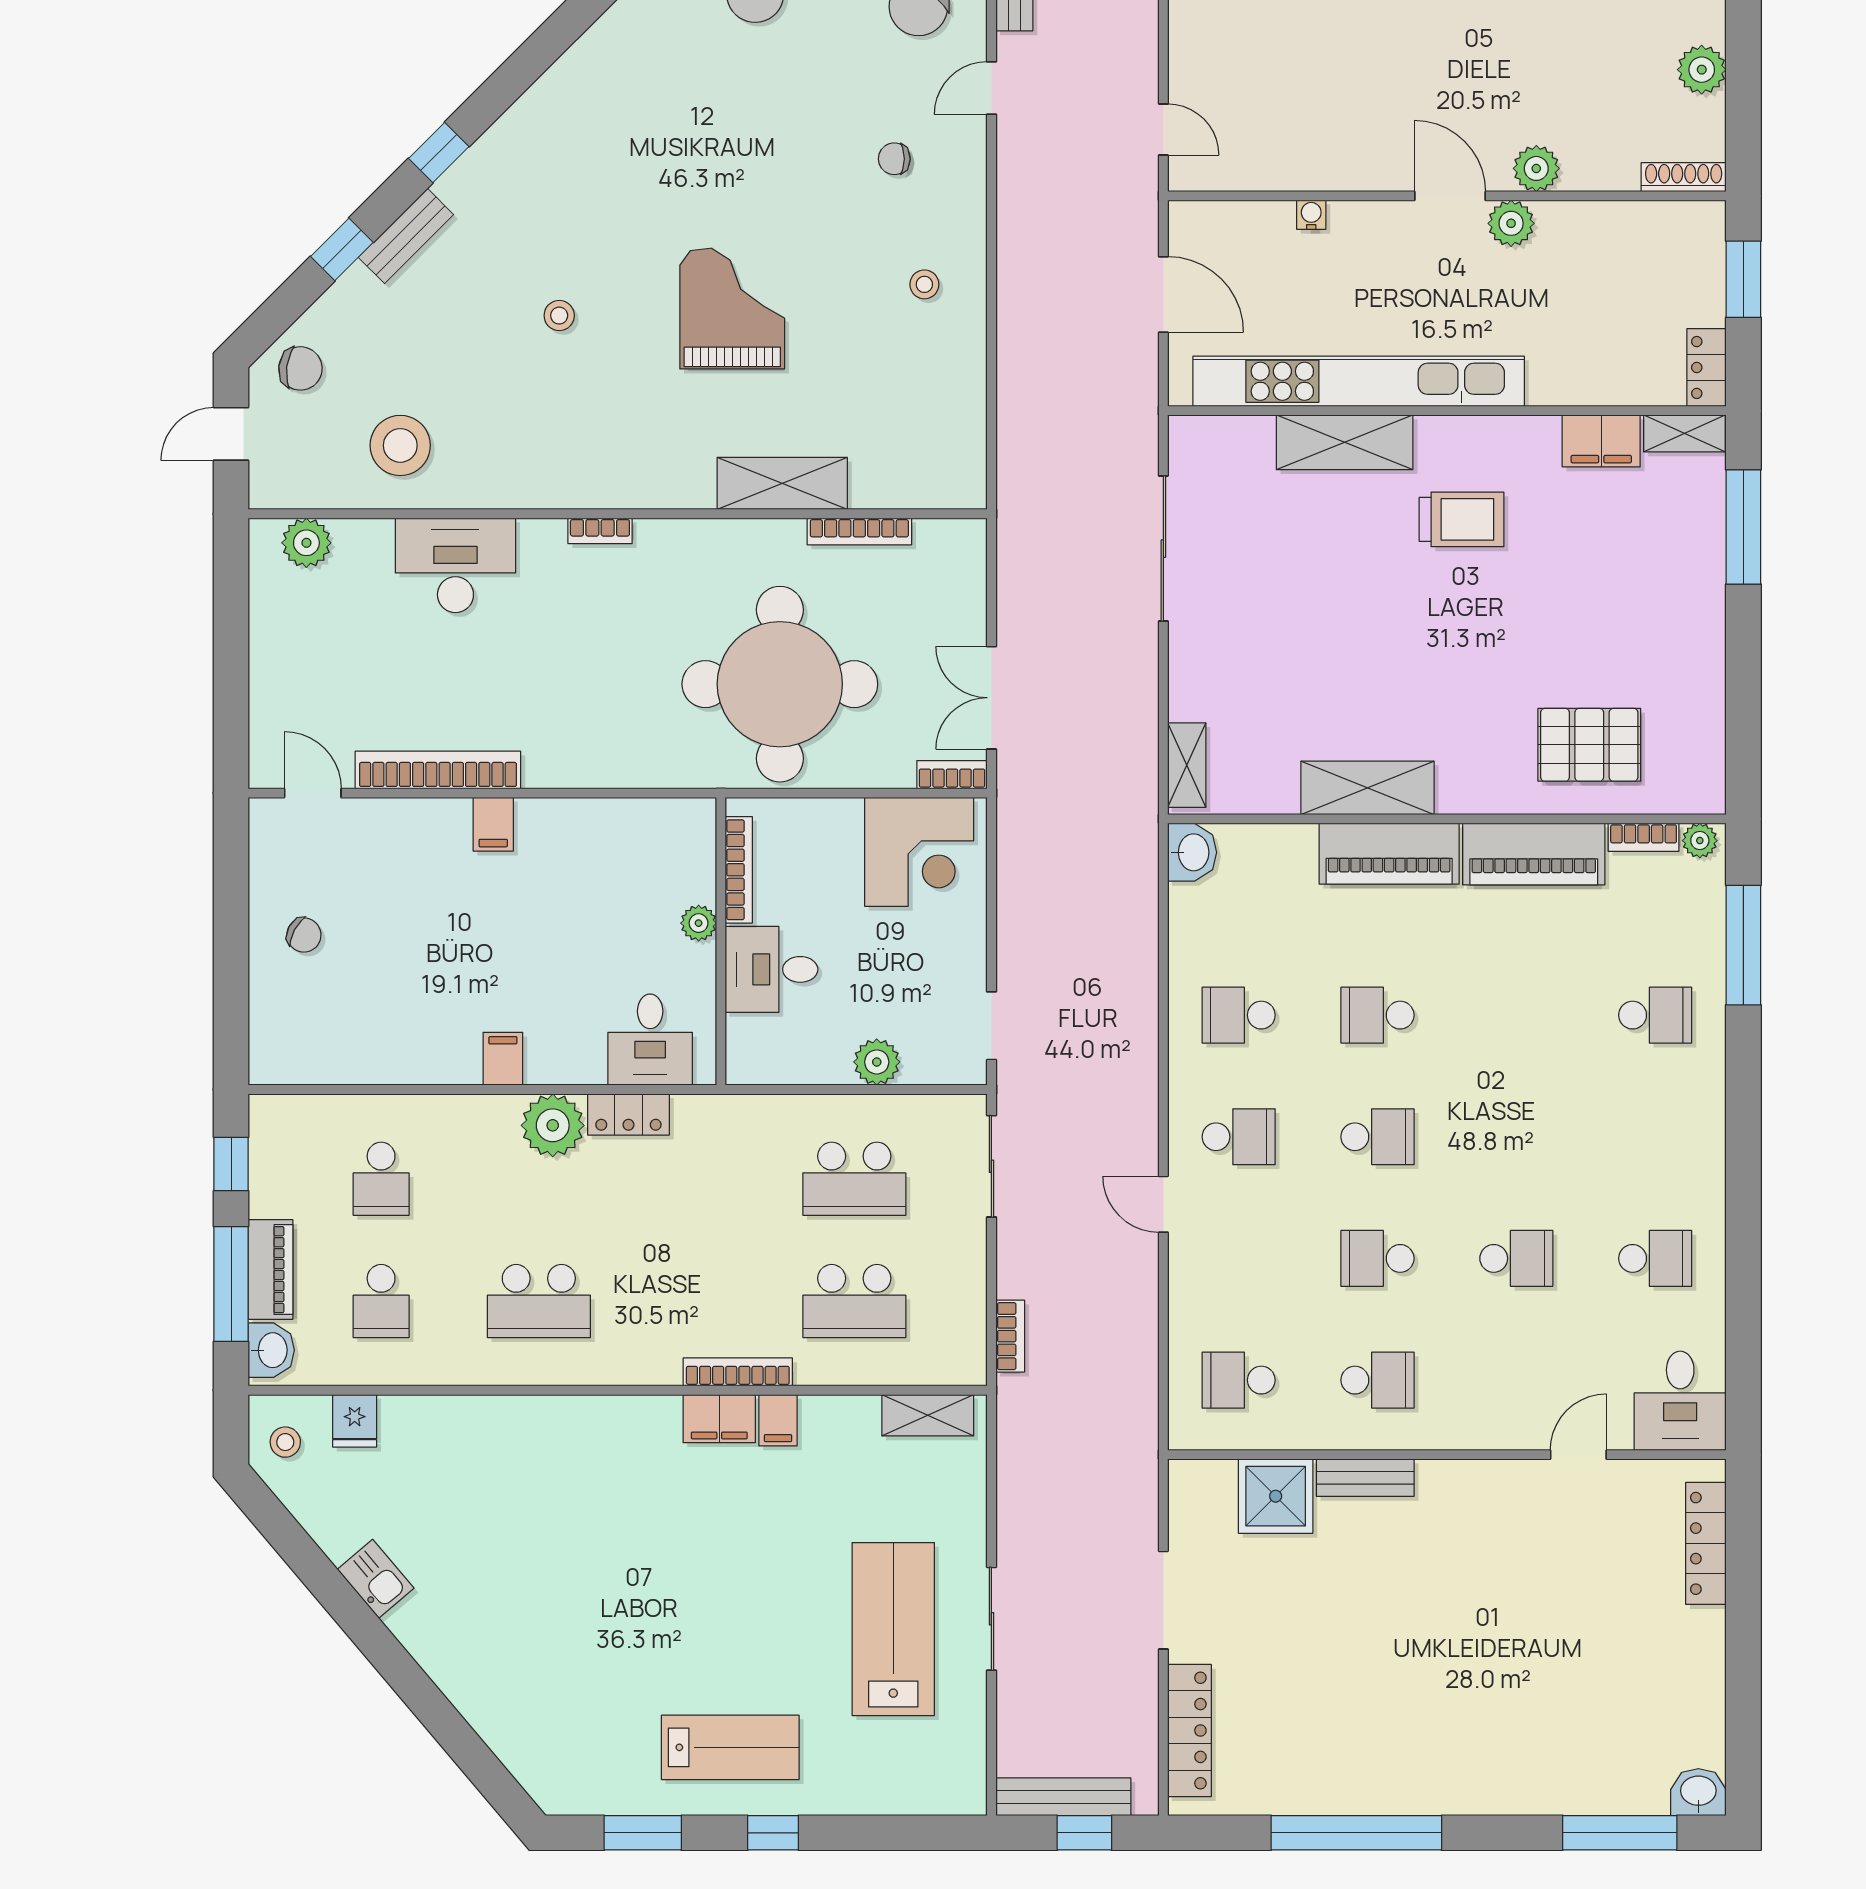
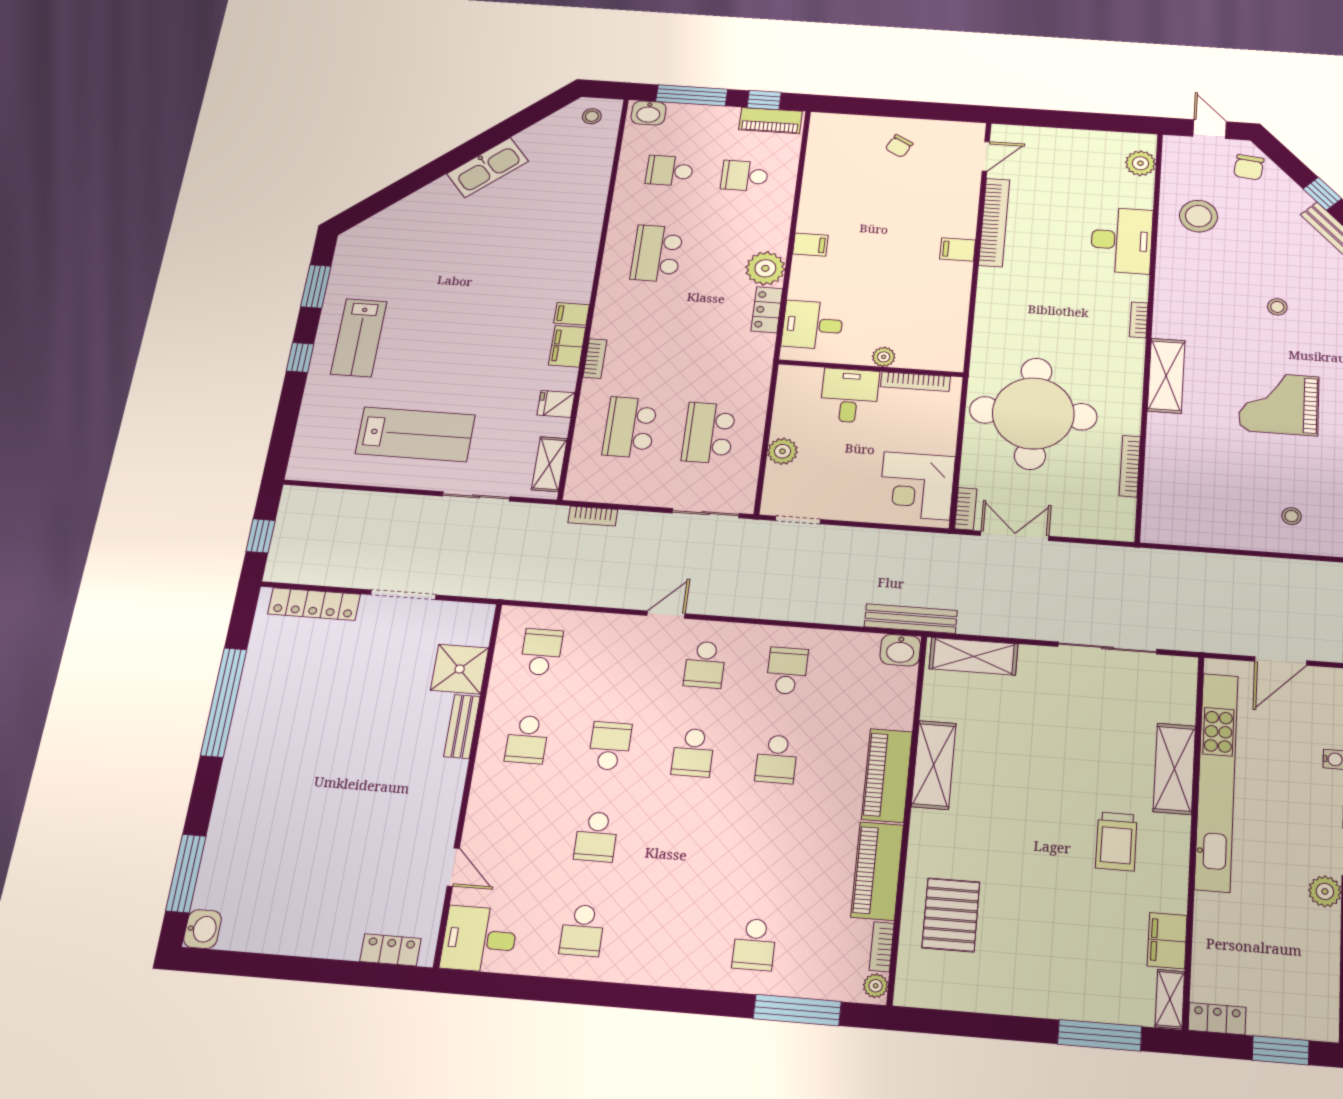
grand piano: (732, 309) -> (1279, 404), turned 180
shelving: (782, 483) -> (1166, 376), moved
shelving: (1187, 765) -> (974, 656), width x1.50, depth x1.33
school desk: (1377, 1015) -> (777, 759), turned 180
piano: (271, 1270) -> (770, 120), moved
bookcase: (738, 1372) -> (595, 359), width x0.64
filing cabinet: (778, 1420) -> (572, 314), moved
fridge: (355, 1421) -> (556, 404), moved
locker: (1706, 1543) -> (391, 950), width x0.66
kitchen sink: (376, 1579) -> (488, 167), width x1.88, depth x1.24
sliding door: (991, 1619) -> (476, 496), moved
bench: (1063, 1797) -> (911, 619), moved, turned 90

